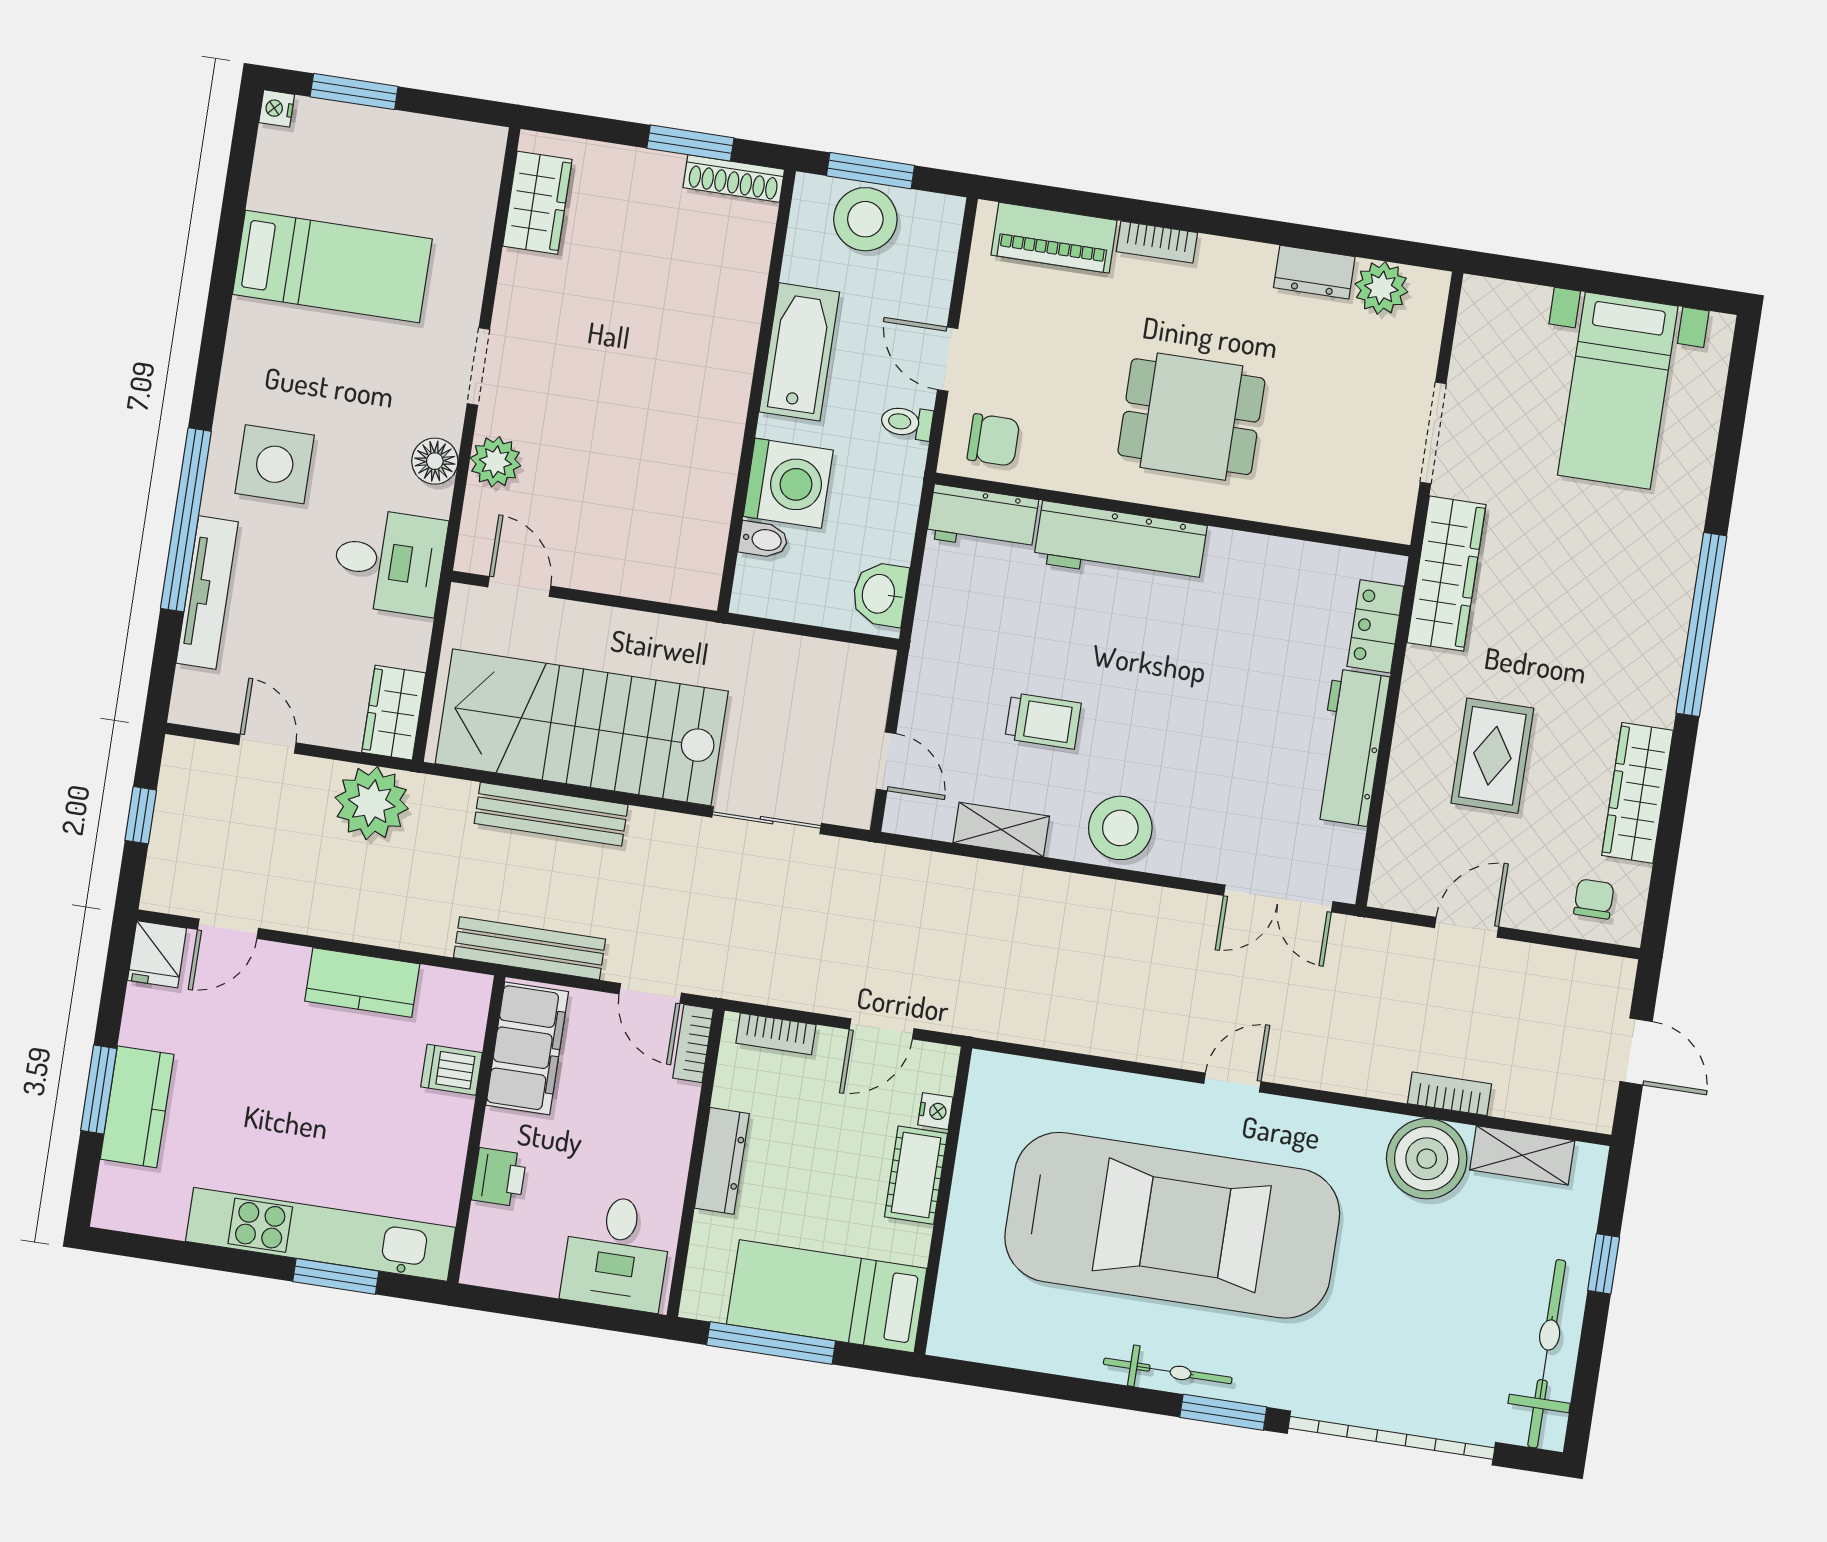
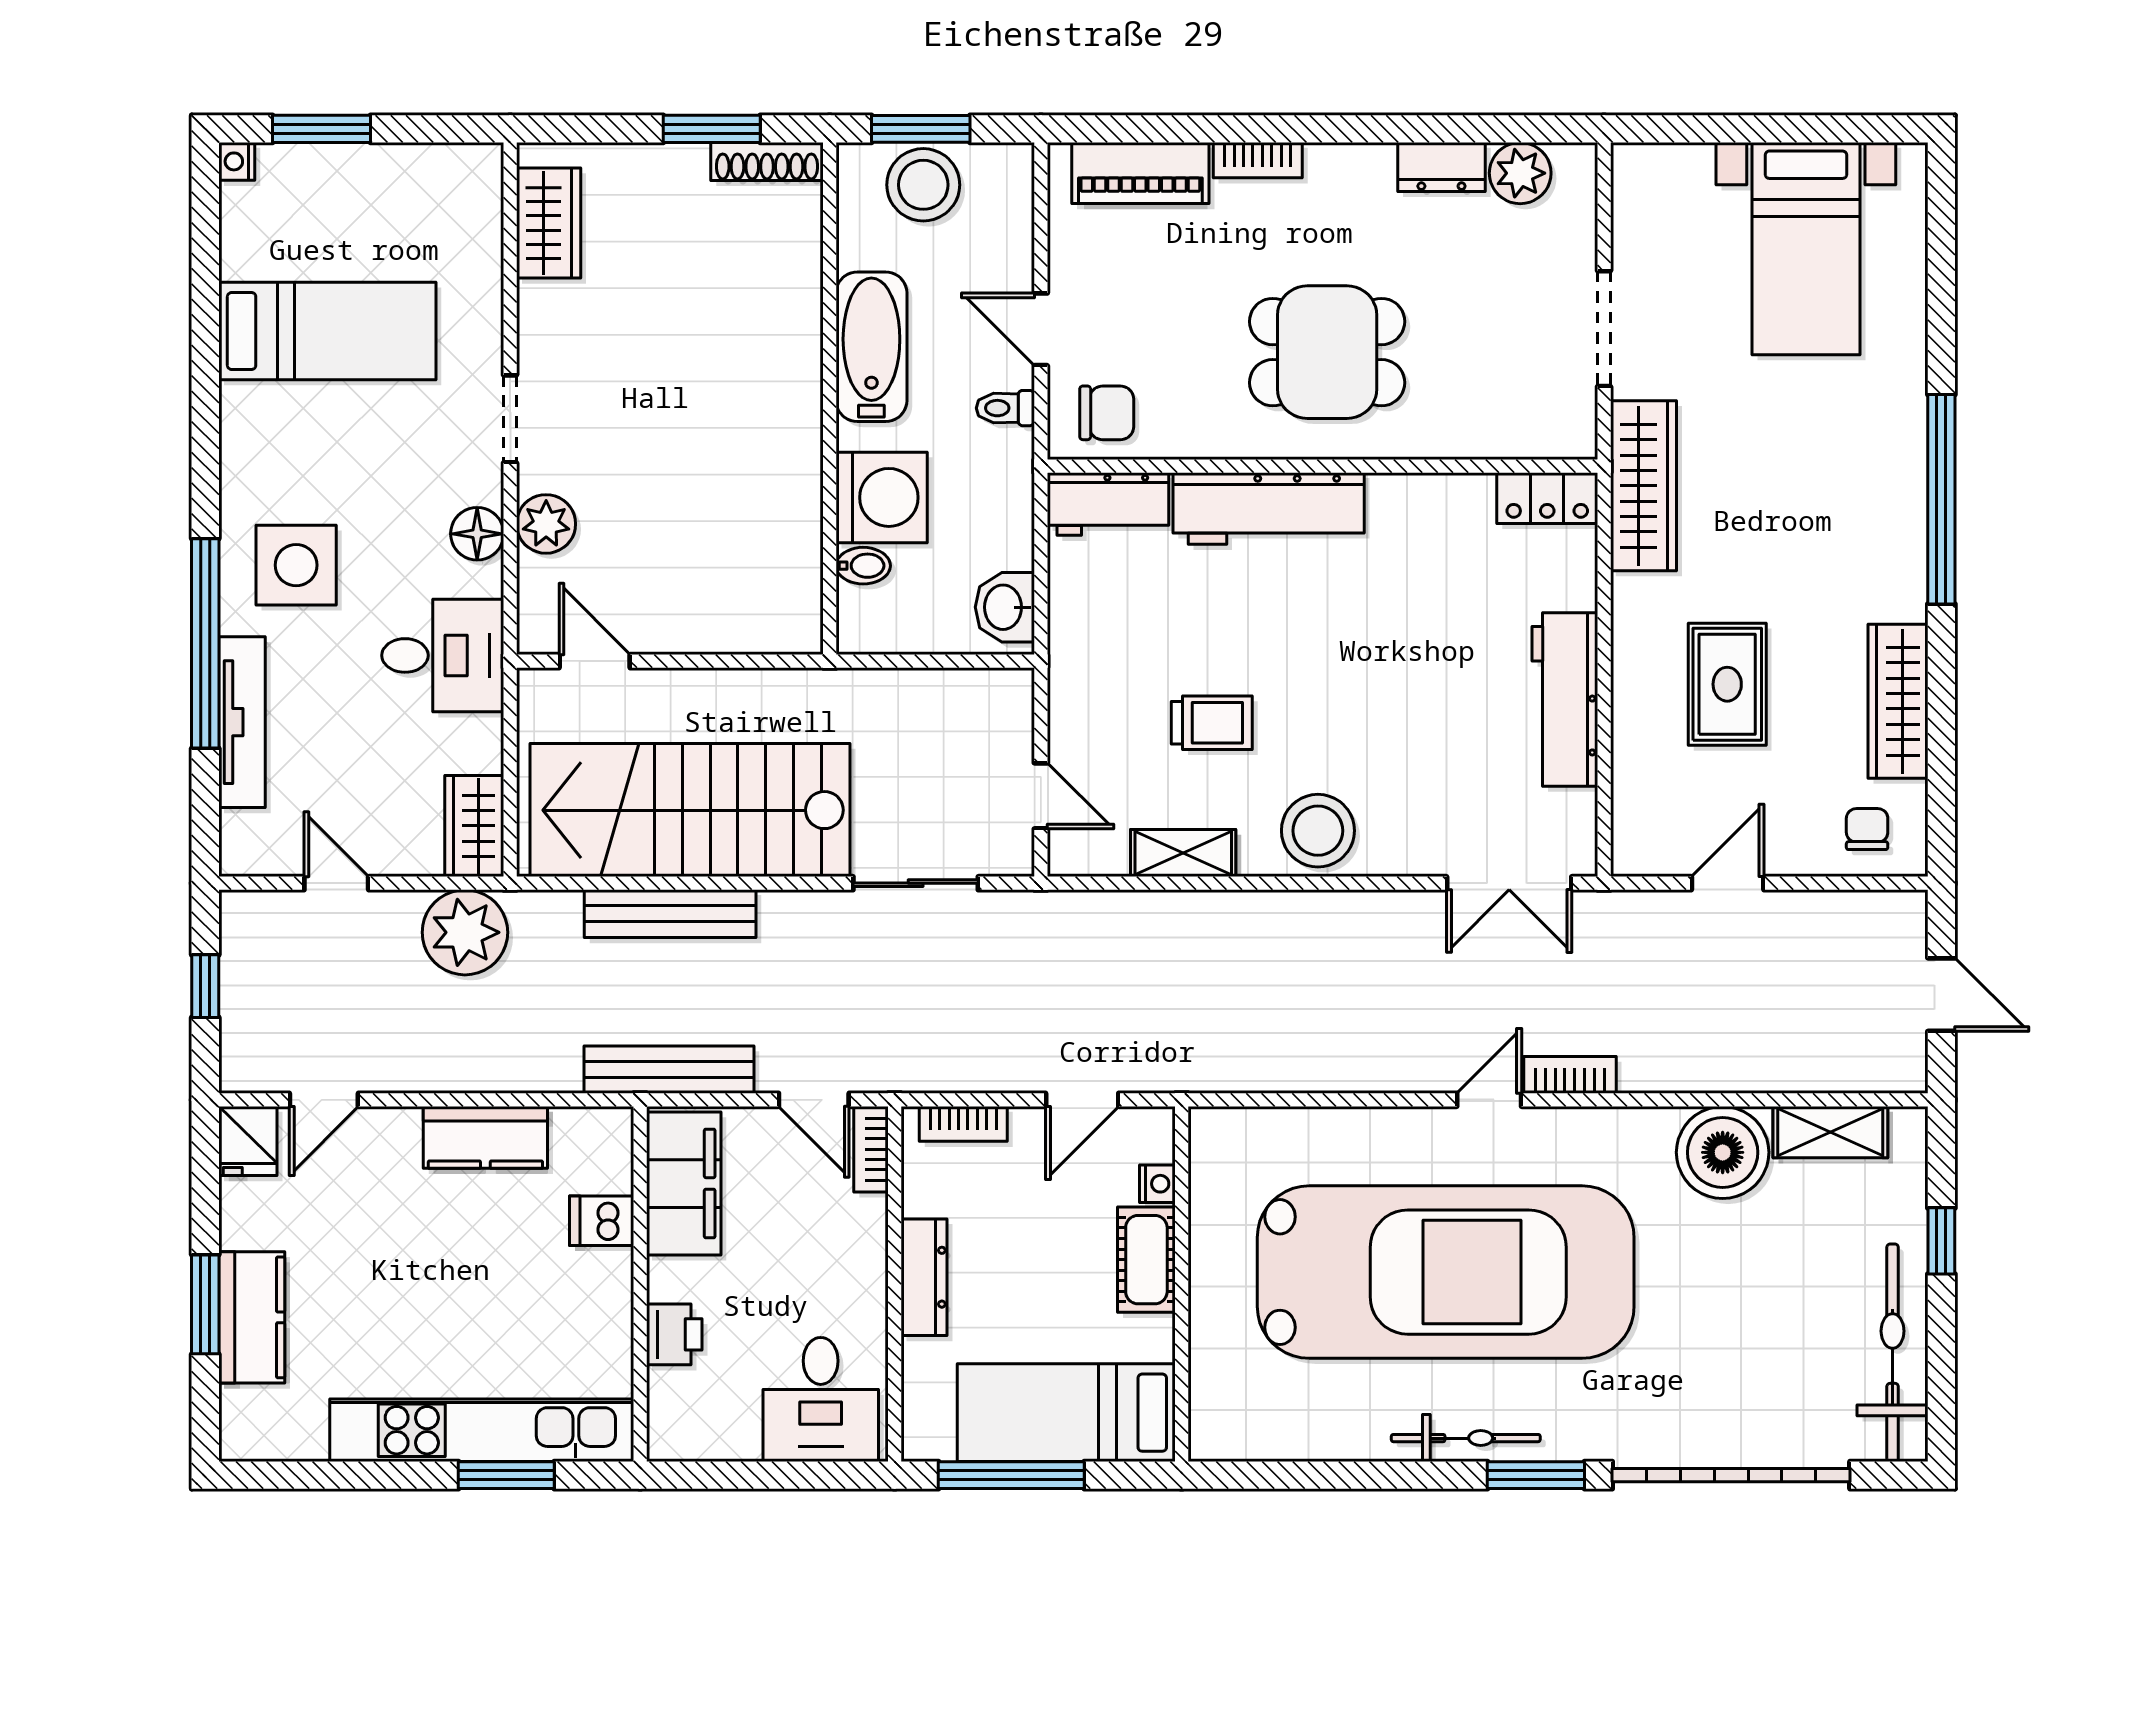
locker: (1375, 626) -> (1547, 498), moved, turned -90
bookcase: (1450, 1094) -> (1570, 1075), moved

